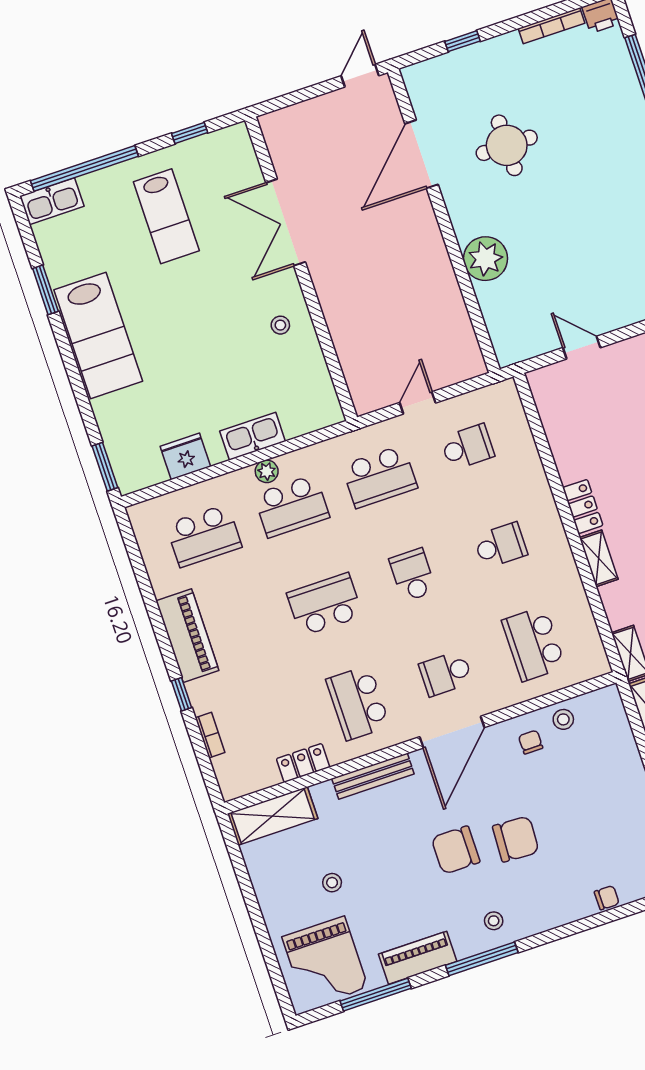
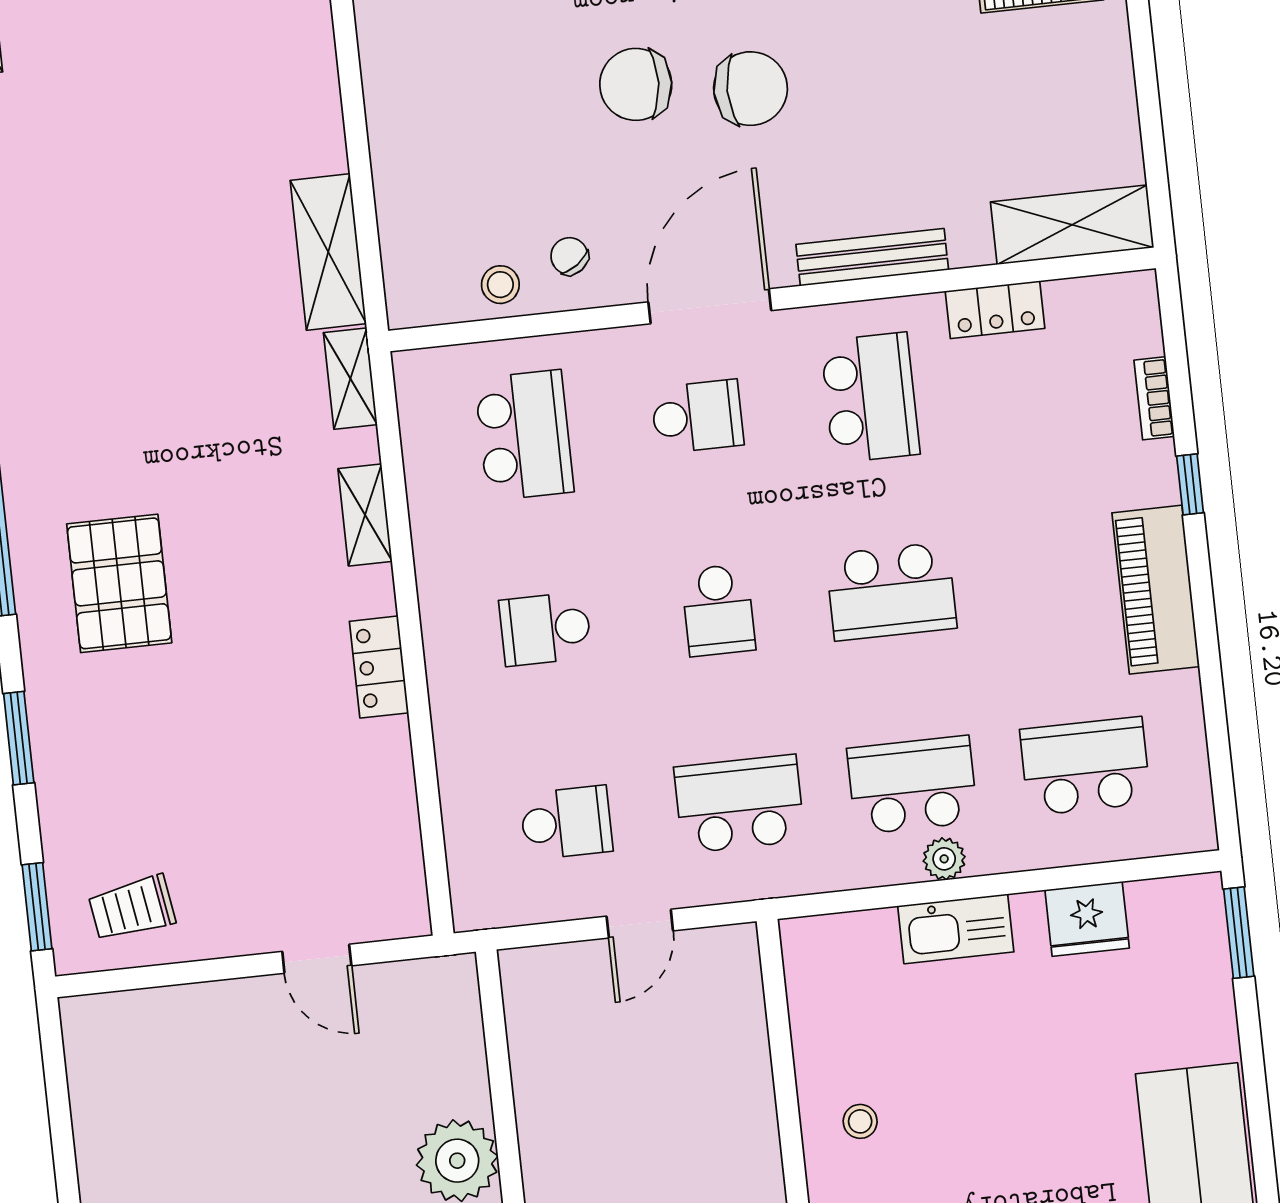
school desk: (467, 447) -> (566, 823), turned 180
shelving: (599, 558) -> (365, 515), moved
chair: (531, 742) -> (569, 256), turned 144
stool: (332, 883) -> (990, 79), removed

